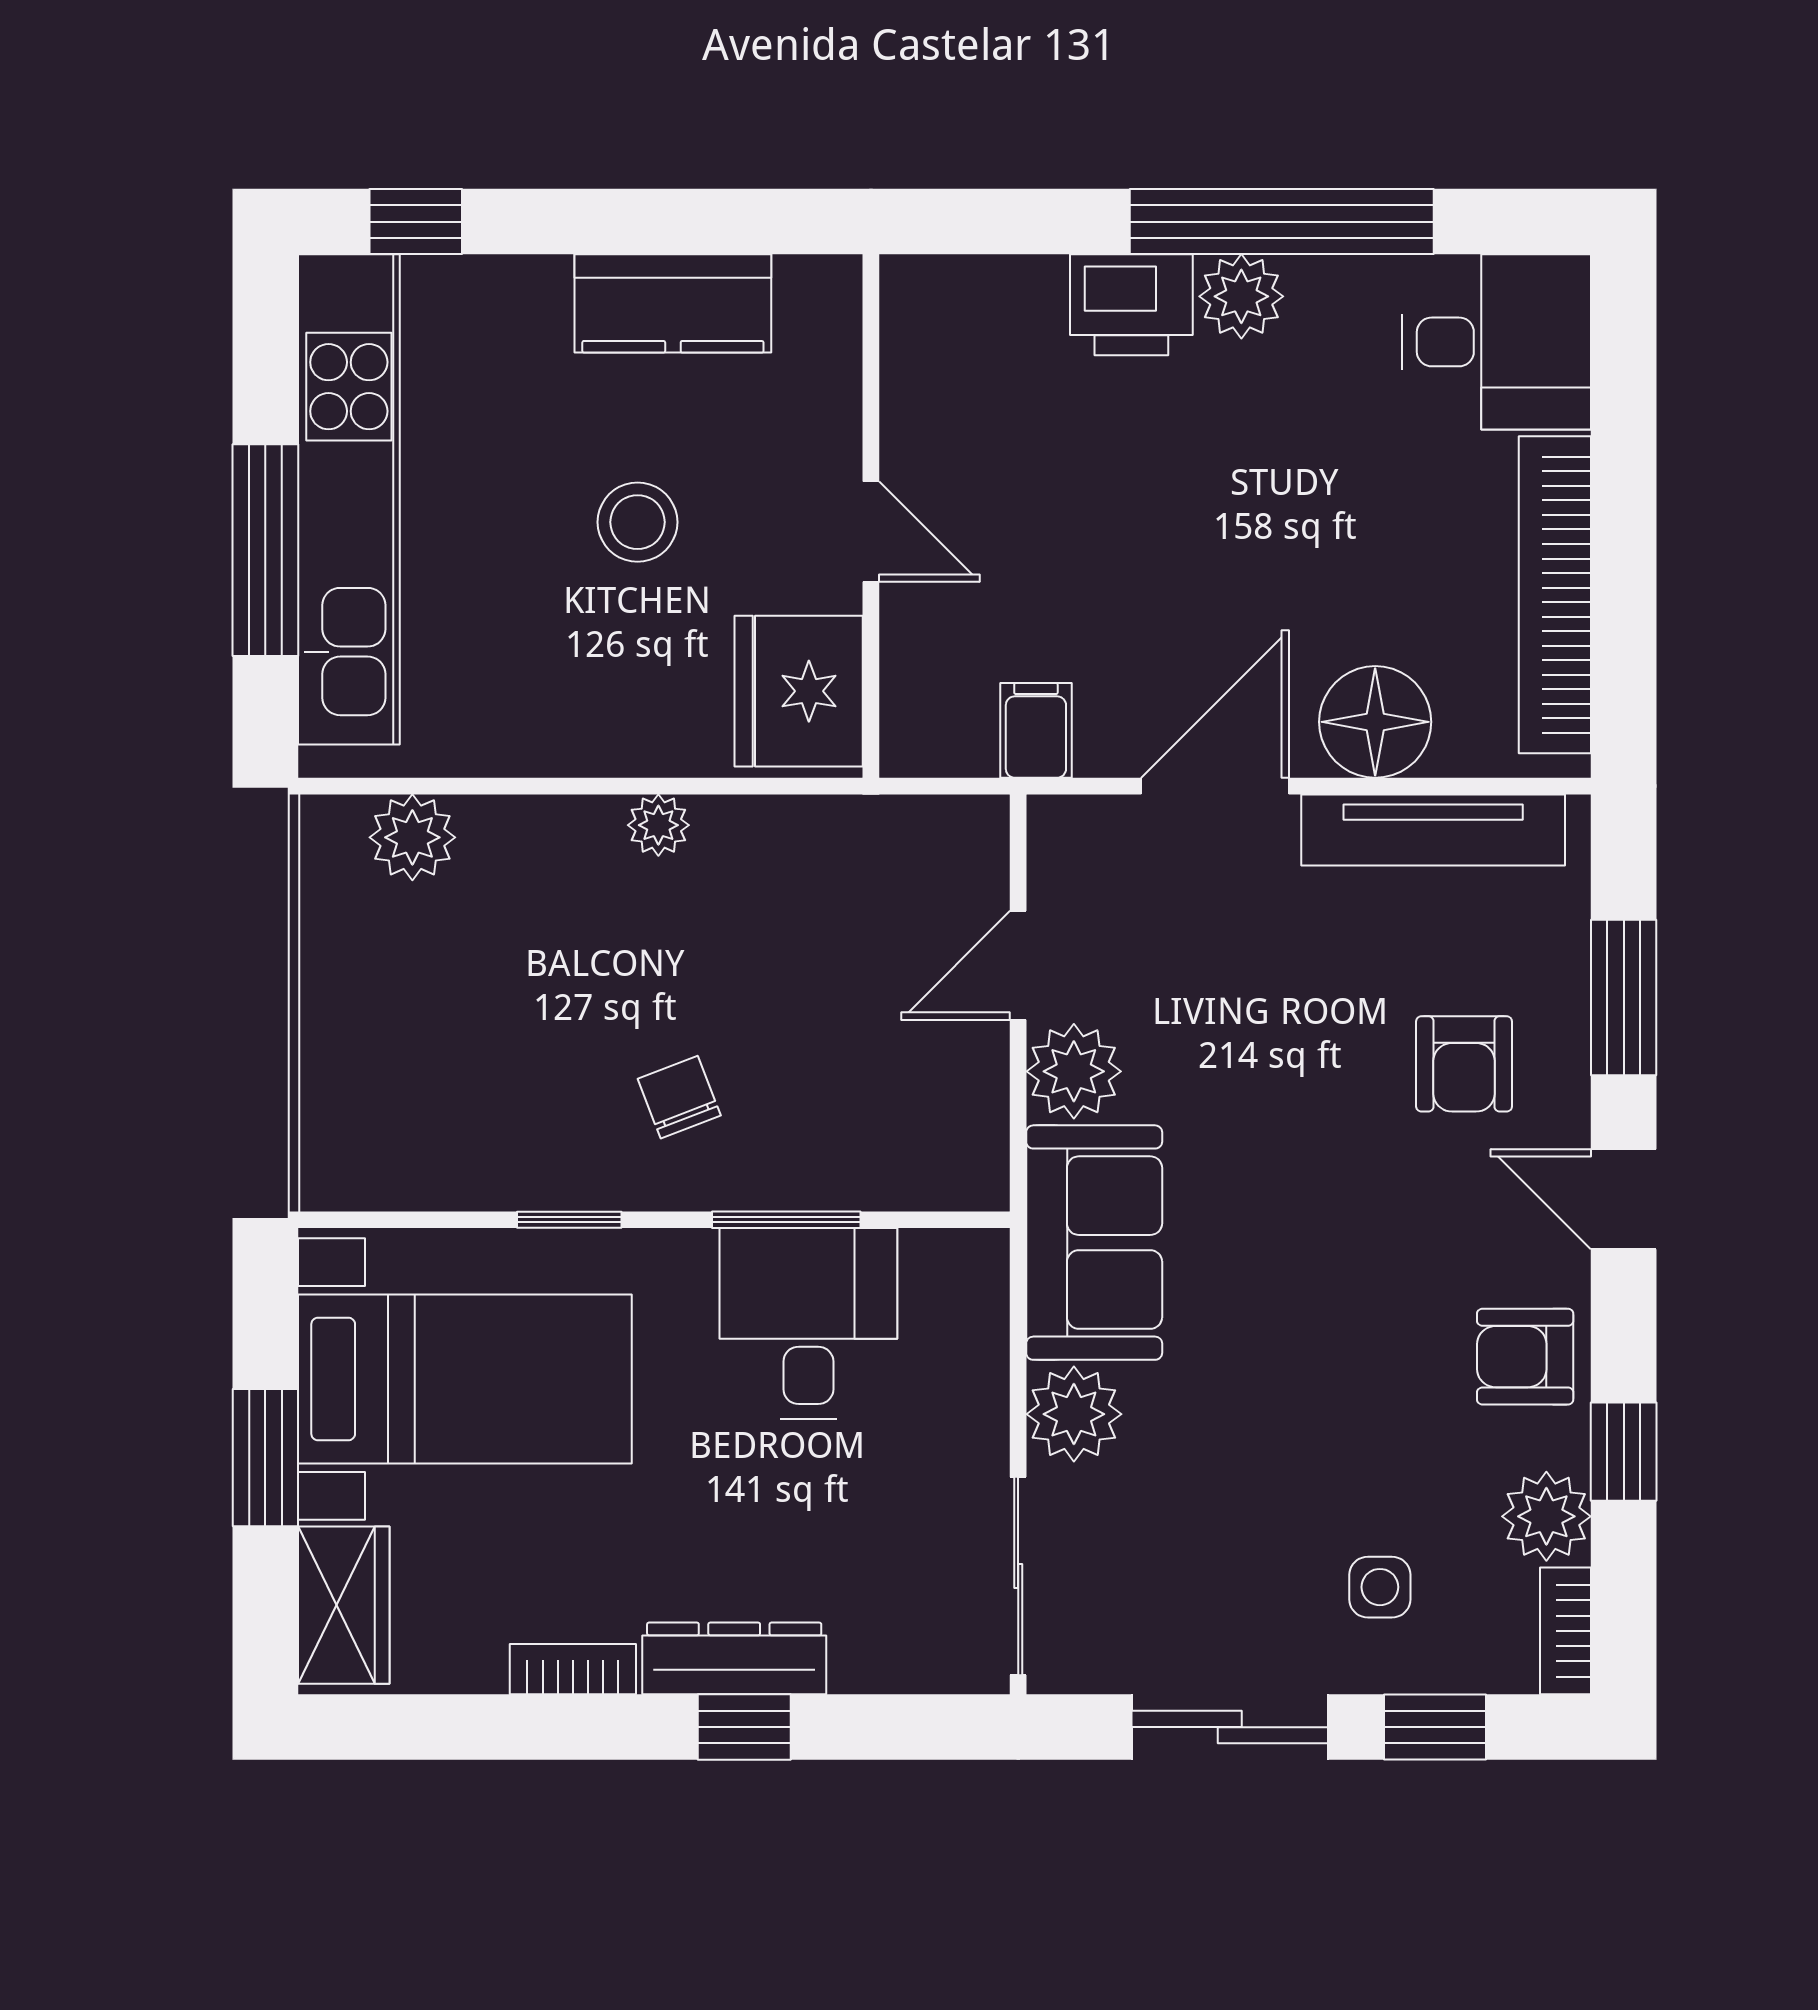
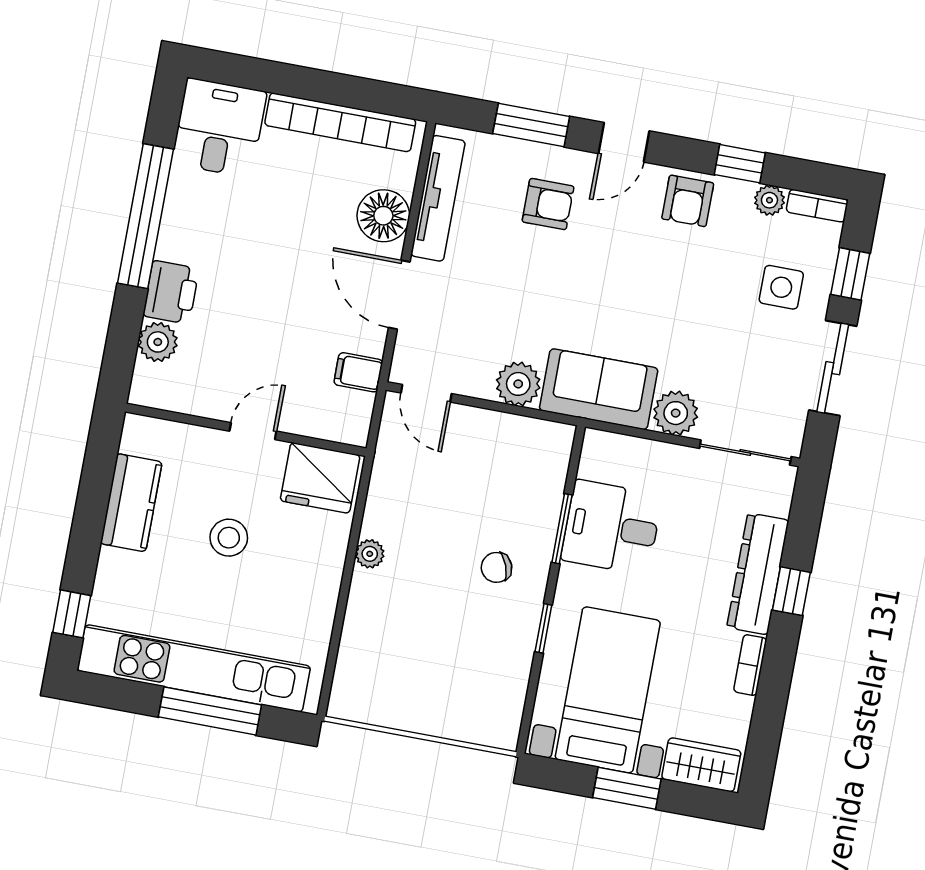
plant: (1241, 296) -> (158, 342), moved
plant: (412, 837) -> (354, 668), removed
door: (1018, 965) -> (426, 393), moved
plant: (1546, 1516) -> (769, 200), width x0.73, depth x0.73
side table: (1380, 1587) -> (781, 287), width x1.37, depth x1.37
dresser: (734, 1658) -> (758, 574), width x1.37, depth x1.24

